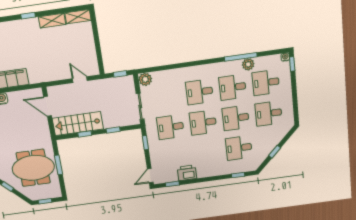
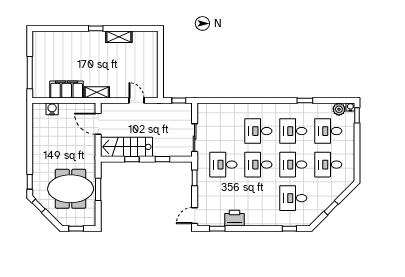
shelving: (78, 17) -> (97, 92), moved
window: (241, 57) -> (305, 100), width x0.46
plant: (248, 64) -> (339, 109), moved
plant: (145, 79) -> (204, 110), removed

